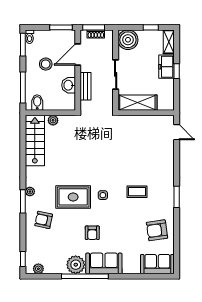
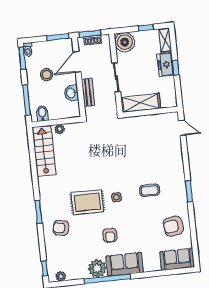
plant: (30, 192) -> (44, 201), removed

